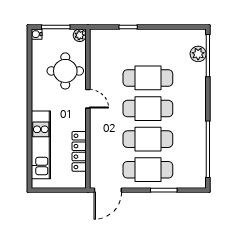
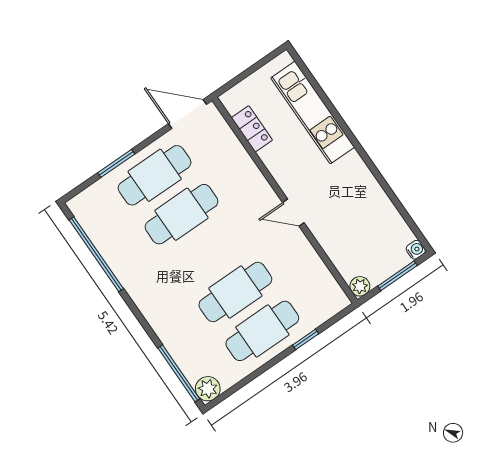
plant: (198, 54) -> (208, 389), moved
round table: (65, 71) -> (347, 228), removed
cafe table: (148, 109) -> (262, 331), moved
locker: (79, 151) -> (252, 129), width x0.66
door: (108, 190) -> (188, 114), hinge flipped

